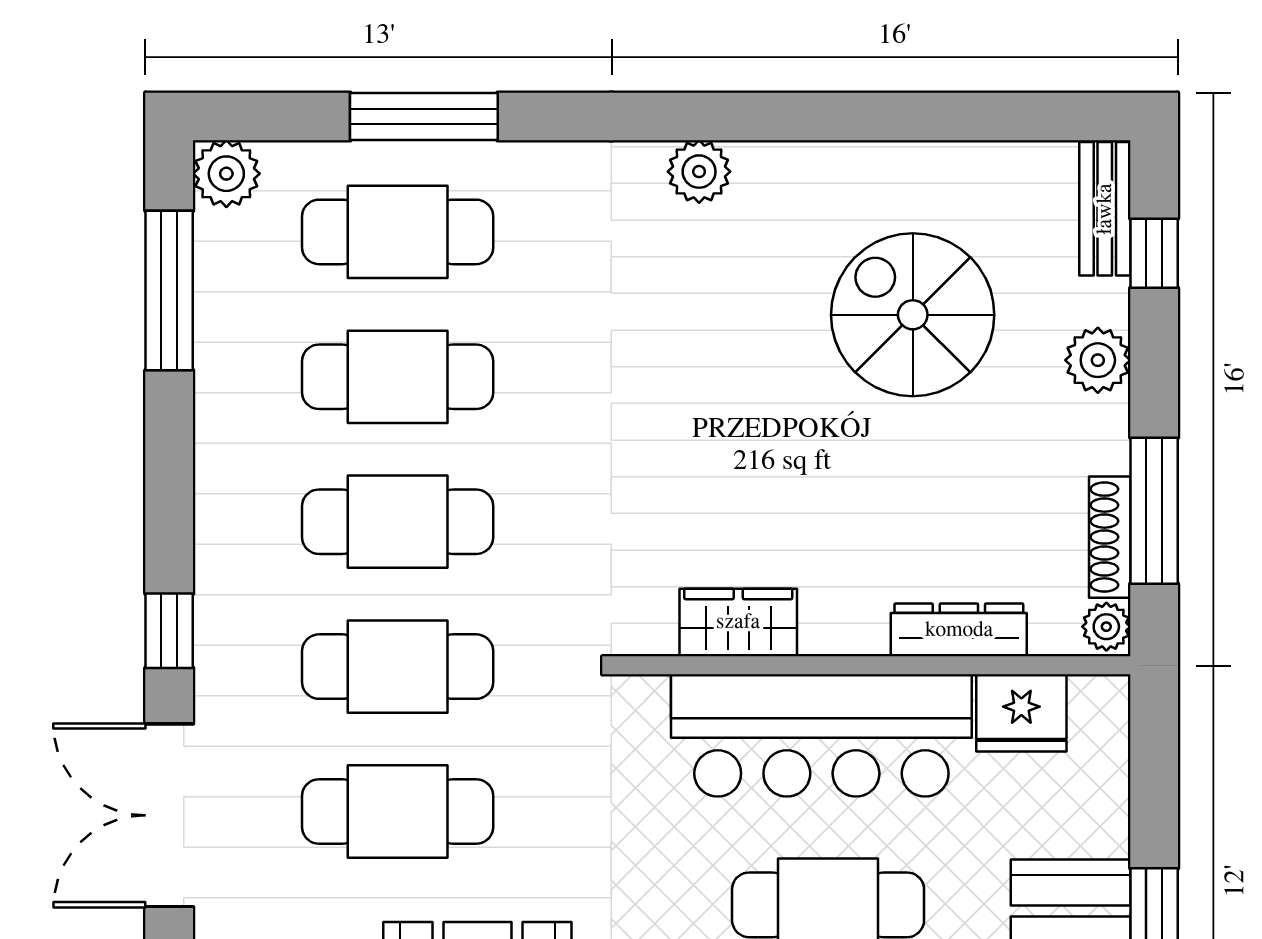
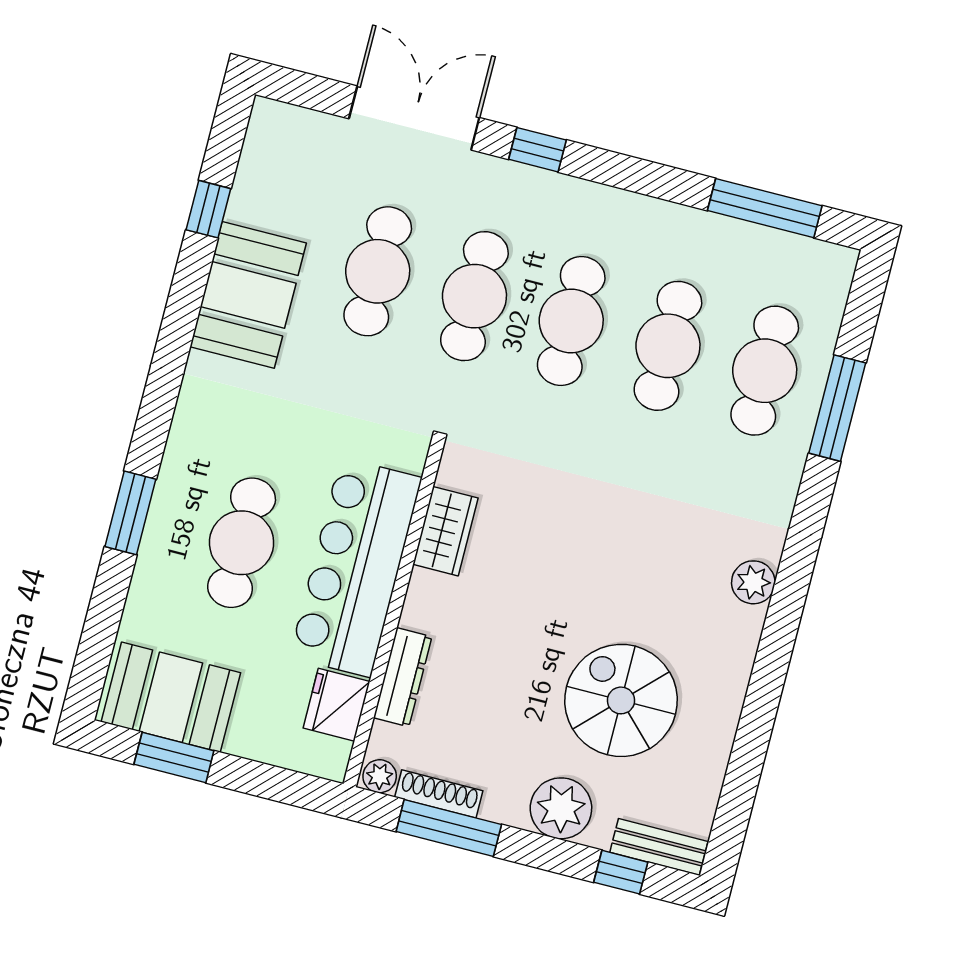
plant: (226, 174) -> (833, 266), removed
spiral stairs: (913, 315) -> (621, 700), turned -90
plant: (1098, 360) -> (561, 808), width x1.36, depth x1.36

